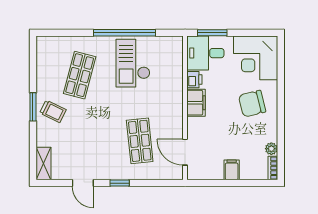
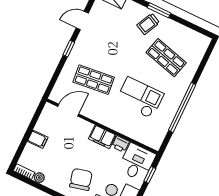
window: (212, 33) -> (150, 175), width x0.67
checkout: (133, 63) -> (140, 98), moved

